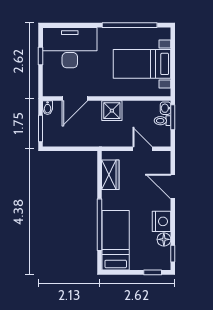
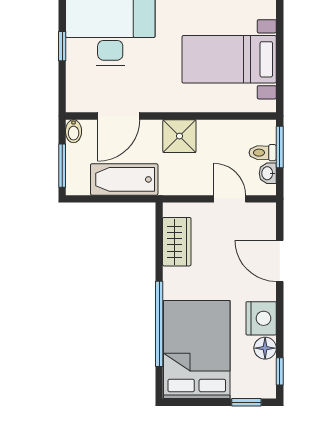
washbasin: (166, 108) -> (268, 173), moved
bathtub: (78, 137) -> (124, 179), added
bed: (116, 240) -> (197, 350), width x1.50

